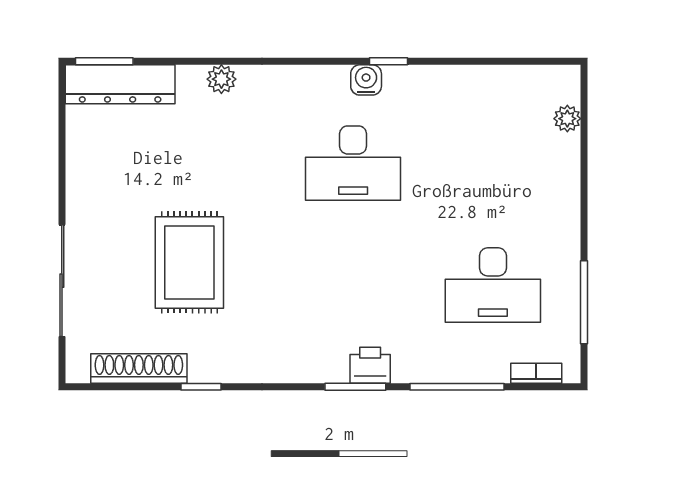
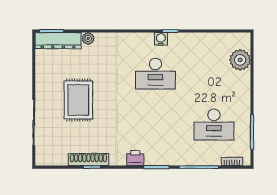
plant: (221, 79) -> (88, 38), moved
plant: (567, 119) -> (240, 60), width x1.88, depth x1.88
rug: (189, 262) -> (78, 100), moved
printer: (370, 365) -> (135, 158), moved
shoe rack: (139, 369) -> (88, 159), moved

